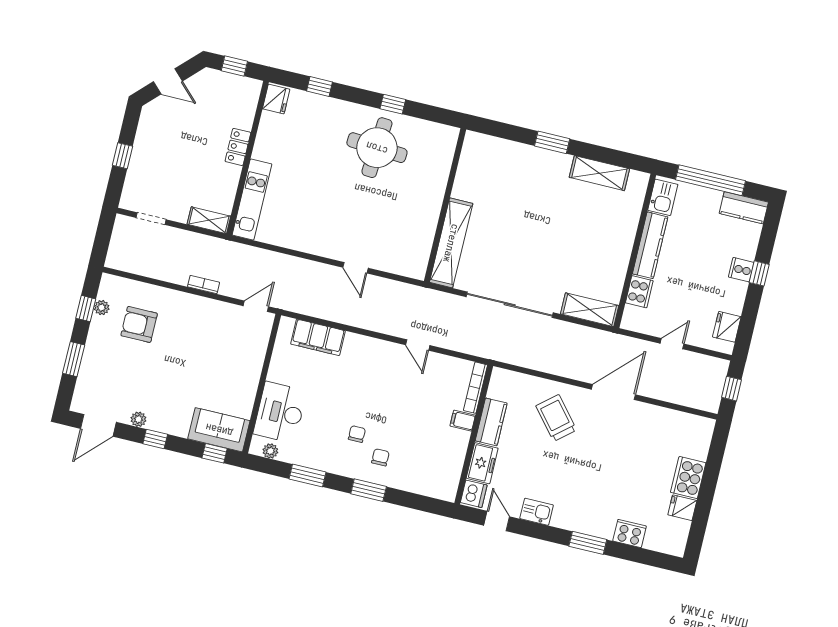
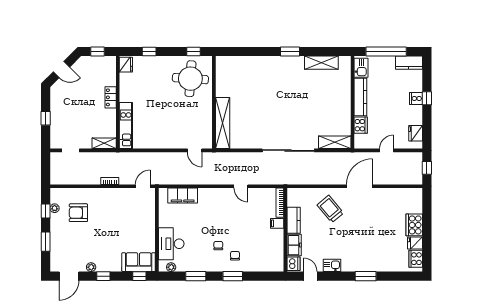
wall: (445, 205) -> (214, 102), moved
shelving: (451, 243) -> (223, 123), moved
cooker: (630, 533) -> (416, 259), moved, turned -90

